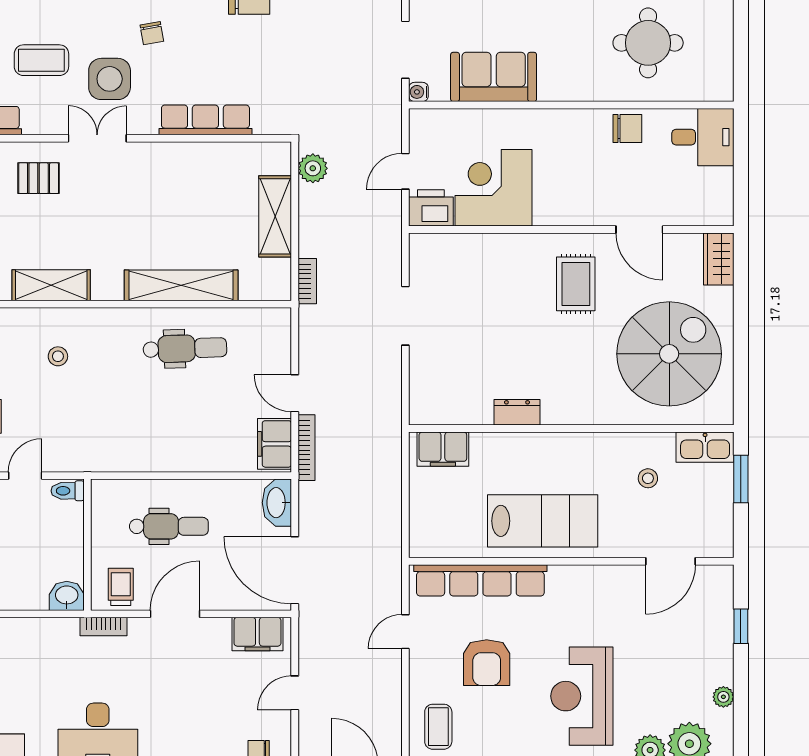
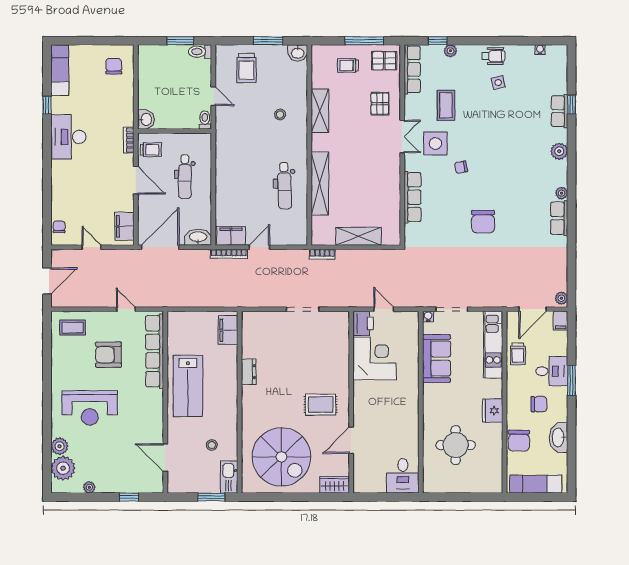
chair: (627, 128) -> (408, 434), removed
plant: (313, 168) -> (385, 257), removed
reception desk: (582, 696) -> (90, 408), turned 180

